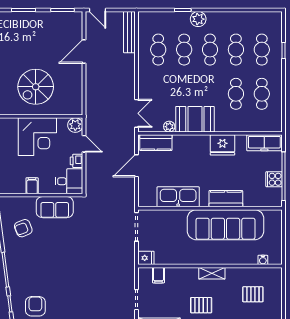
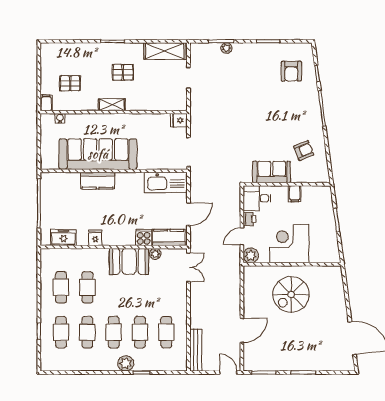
spiral stairs: (36, 87) -> (291, 294), turned 180
double door: (136, 113) -> (188, 267), swing flipped
freezer: (264, 143) -> (63, 237), width x0.71
door: (84, 144) -> (242, 236), hinge flipped
fridge: (222, 145) -> (95, 238), width x0.53, depth x0.75
cooker: (274, 179) -> (144, 237), moved, turned -90
kitchen sink: (178, 197) -> (166, 182), moved
filing cabinet: (158, 275) -> (46, 103), moved

